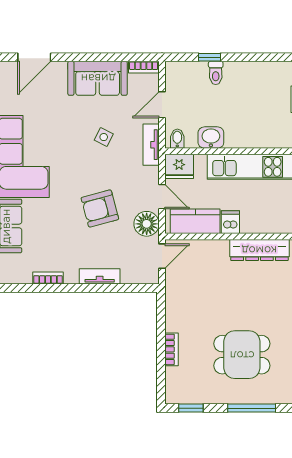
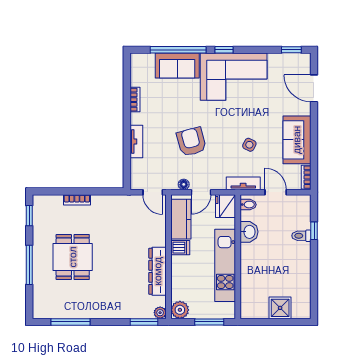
floor lamp: (147, 224) -> (184, 184), width x0.53, depth x0.53

